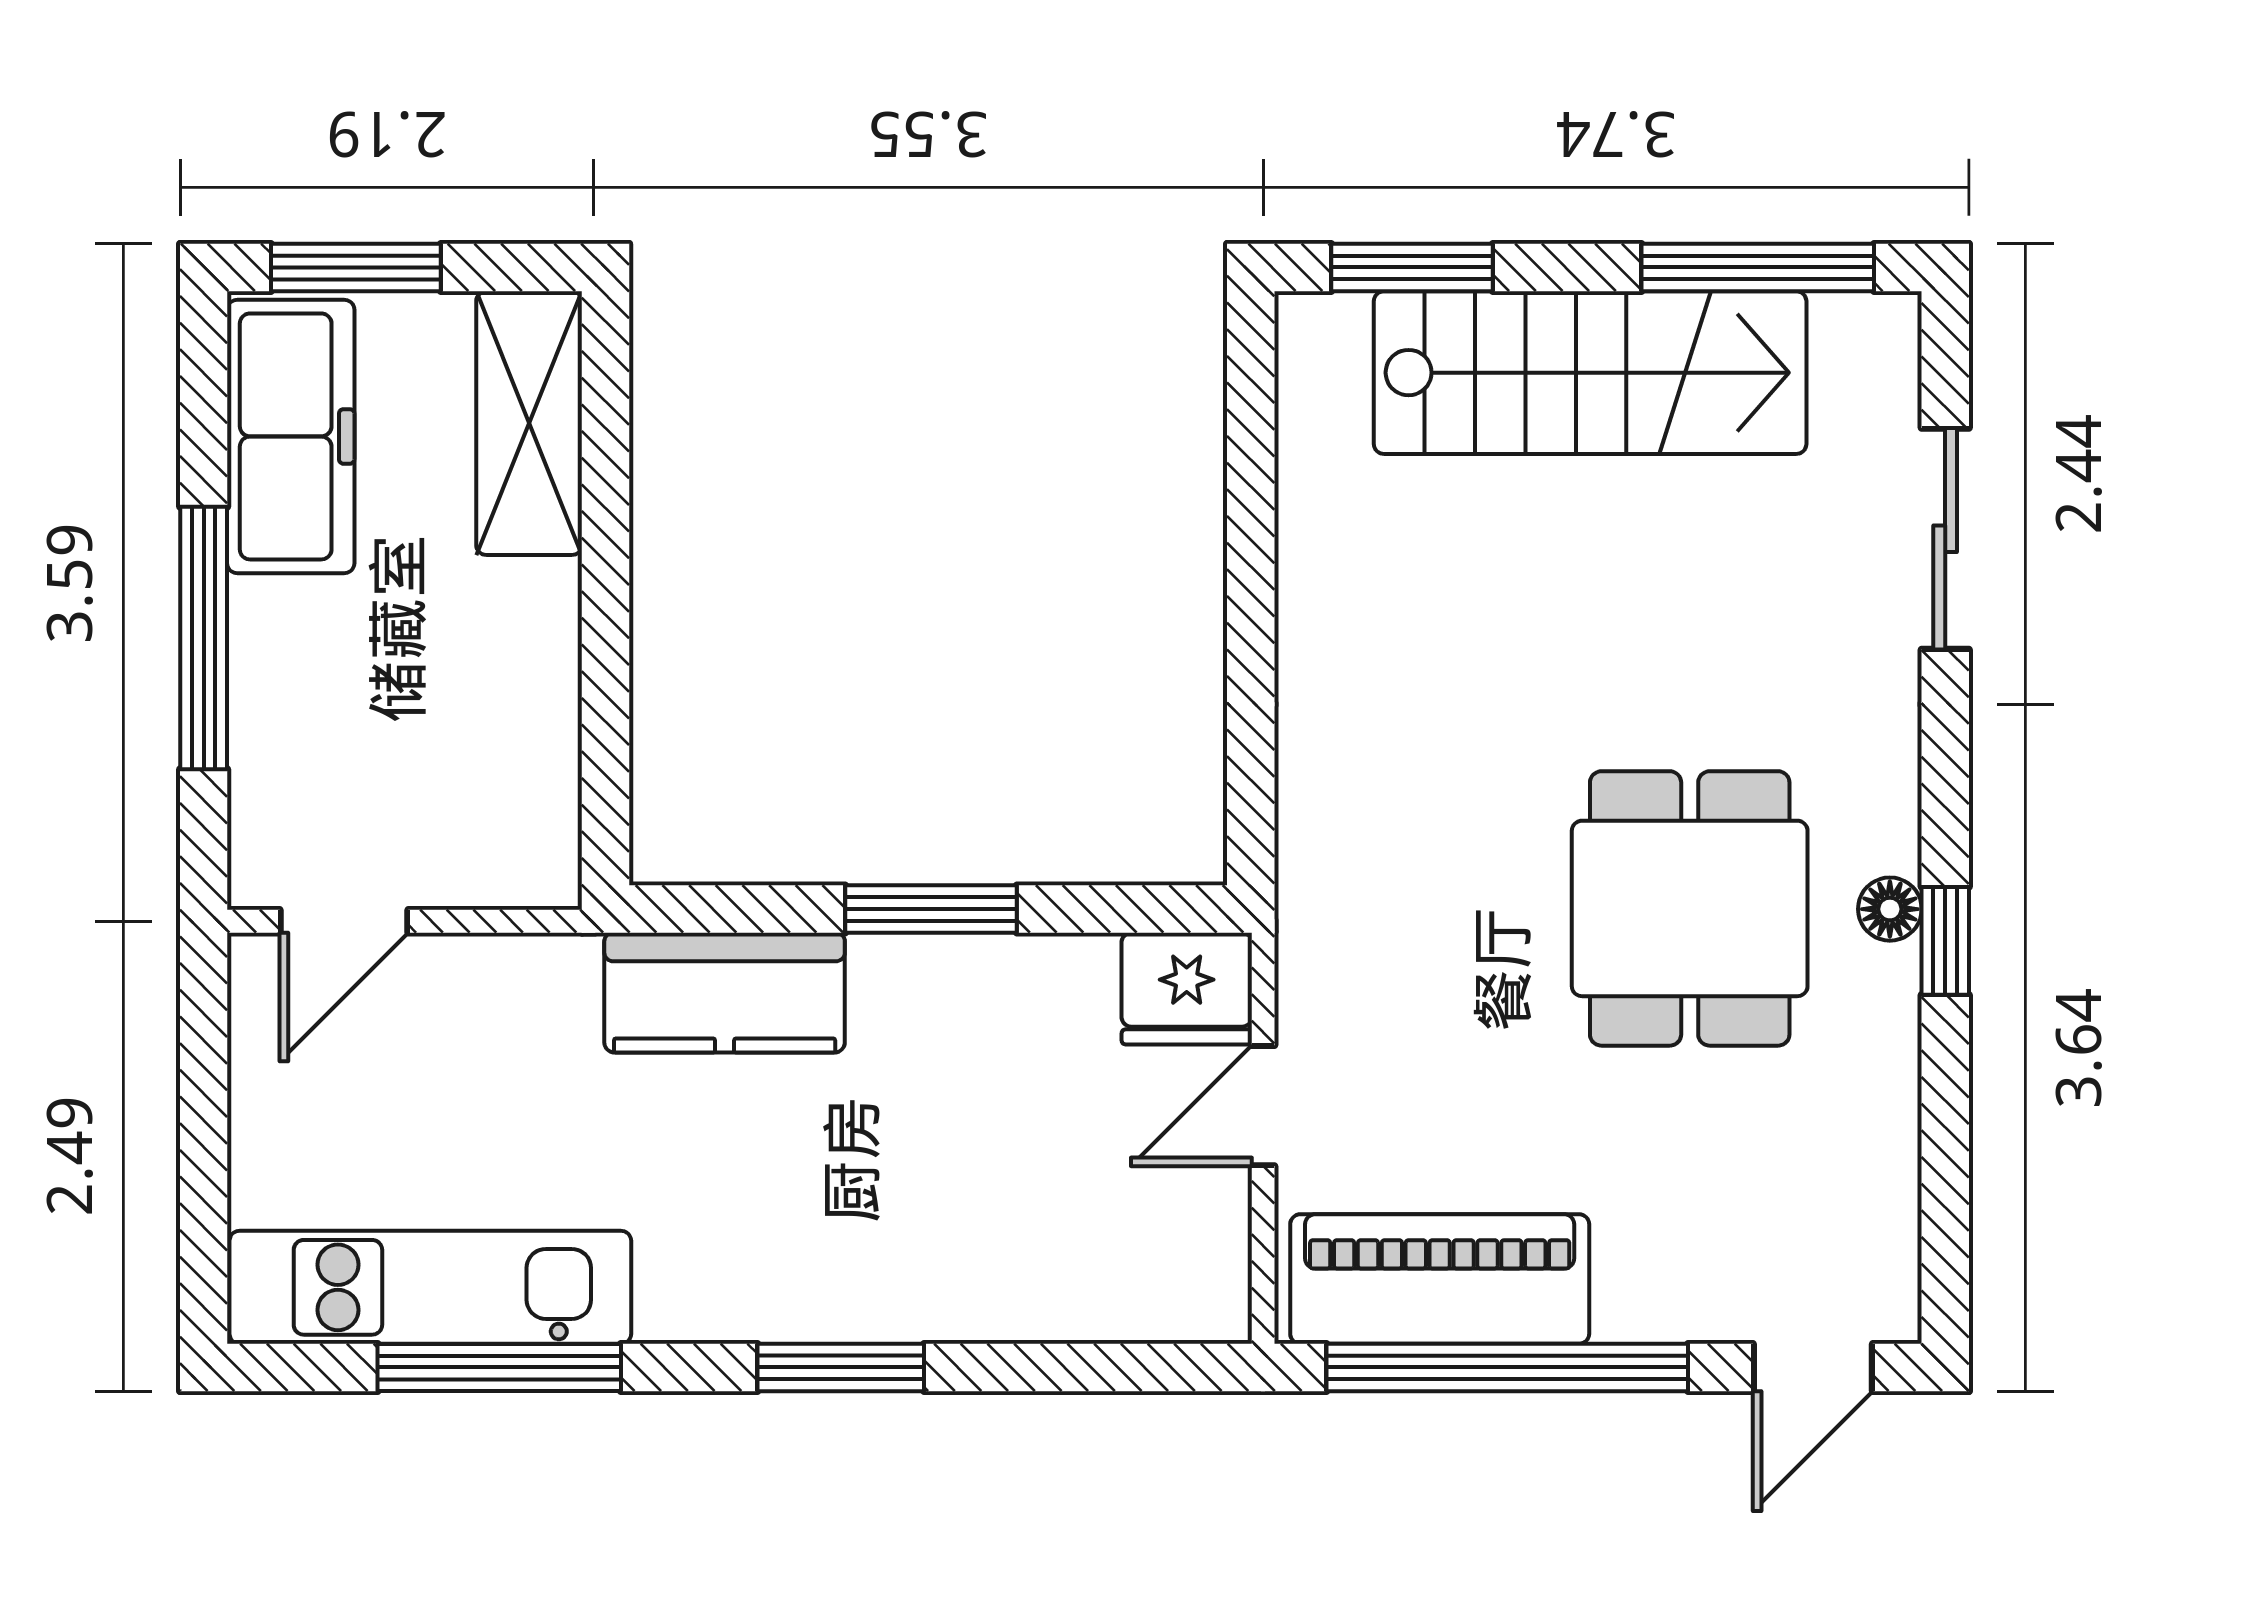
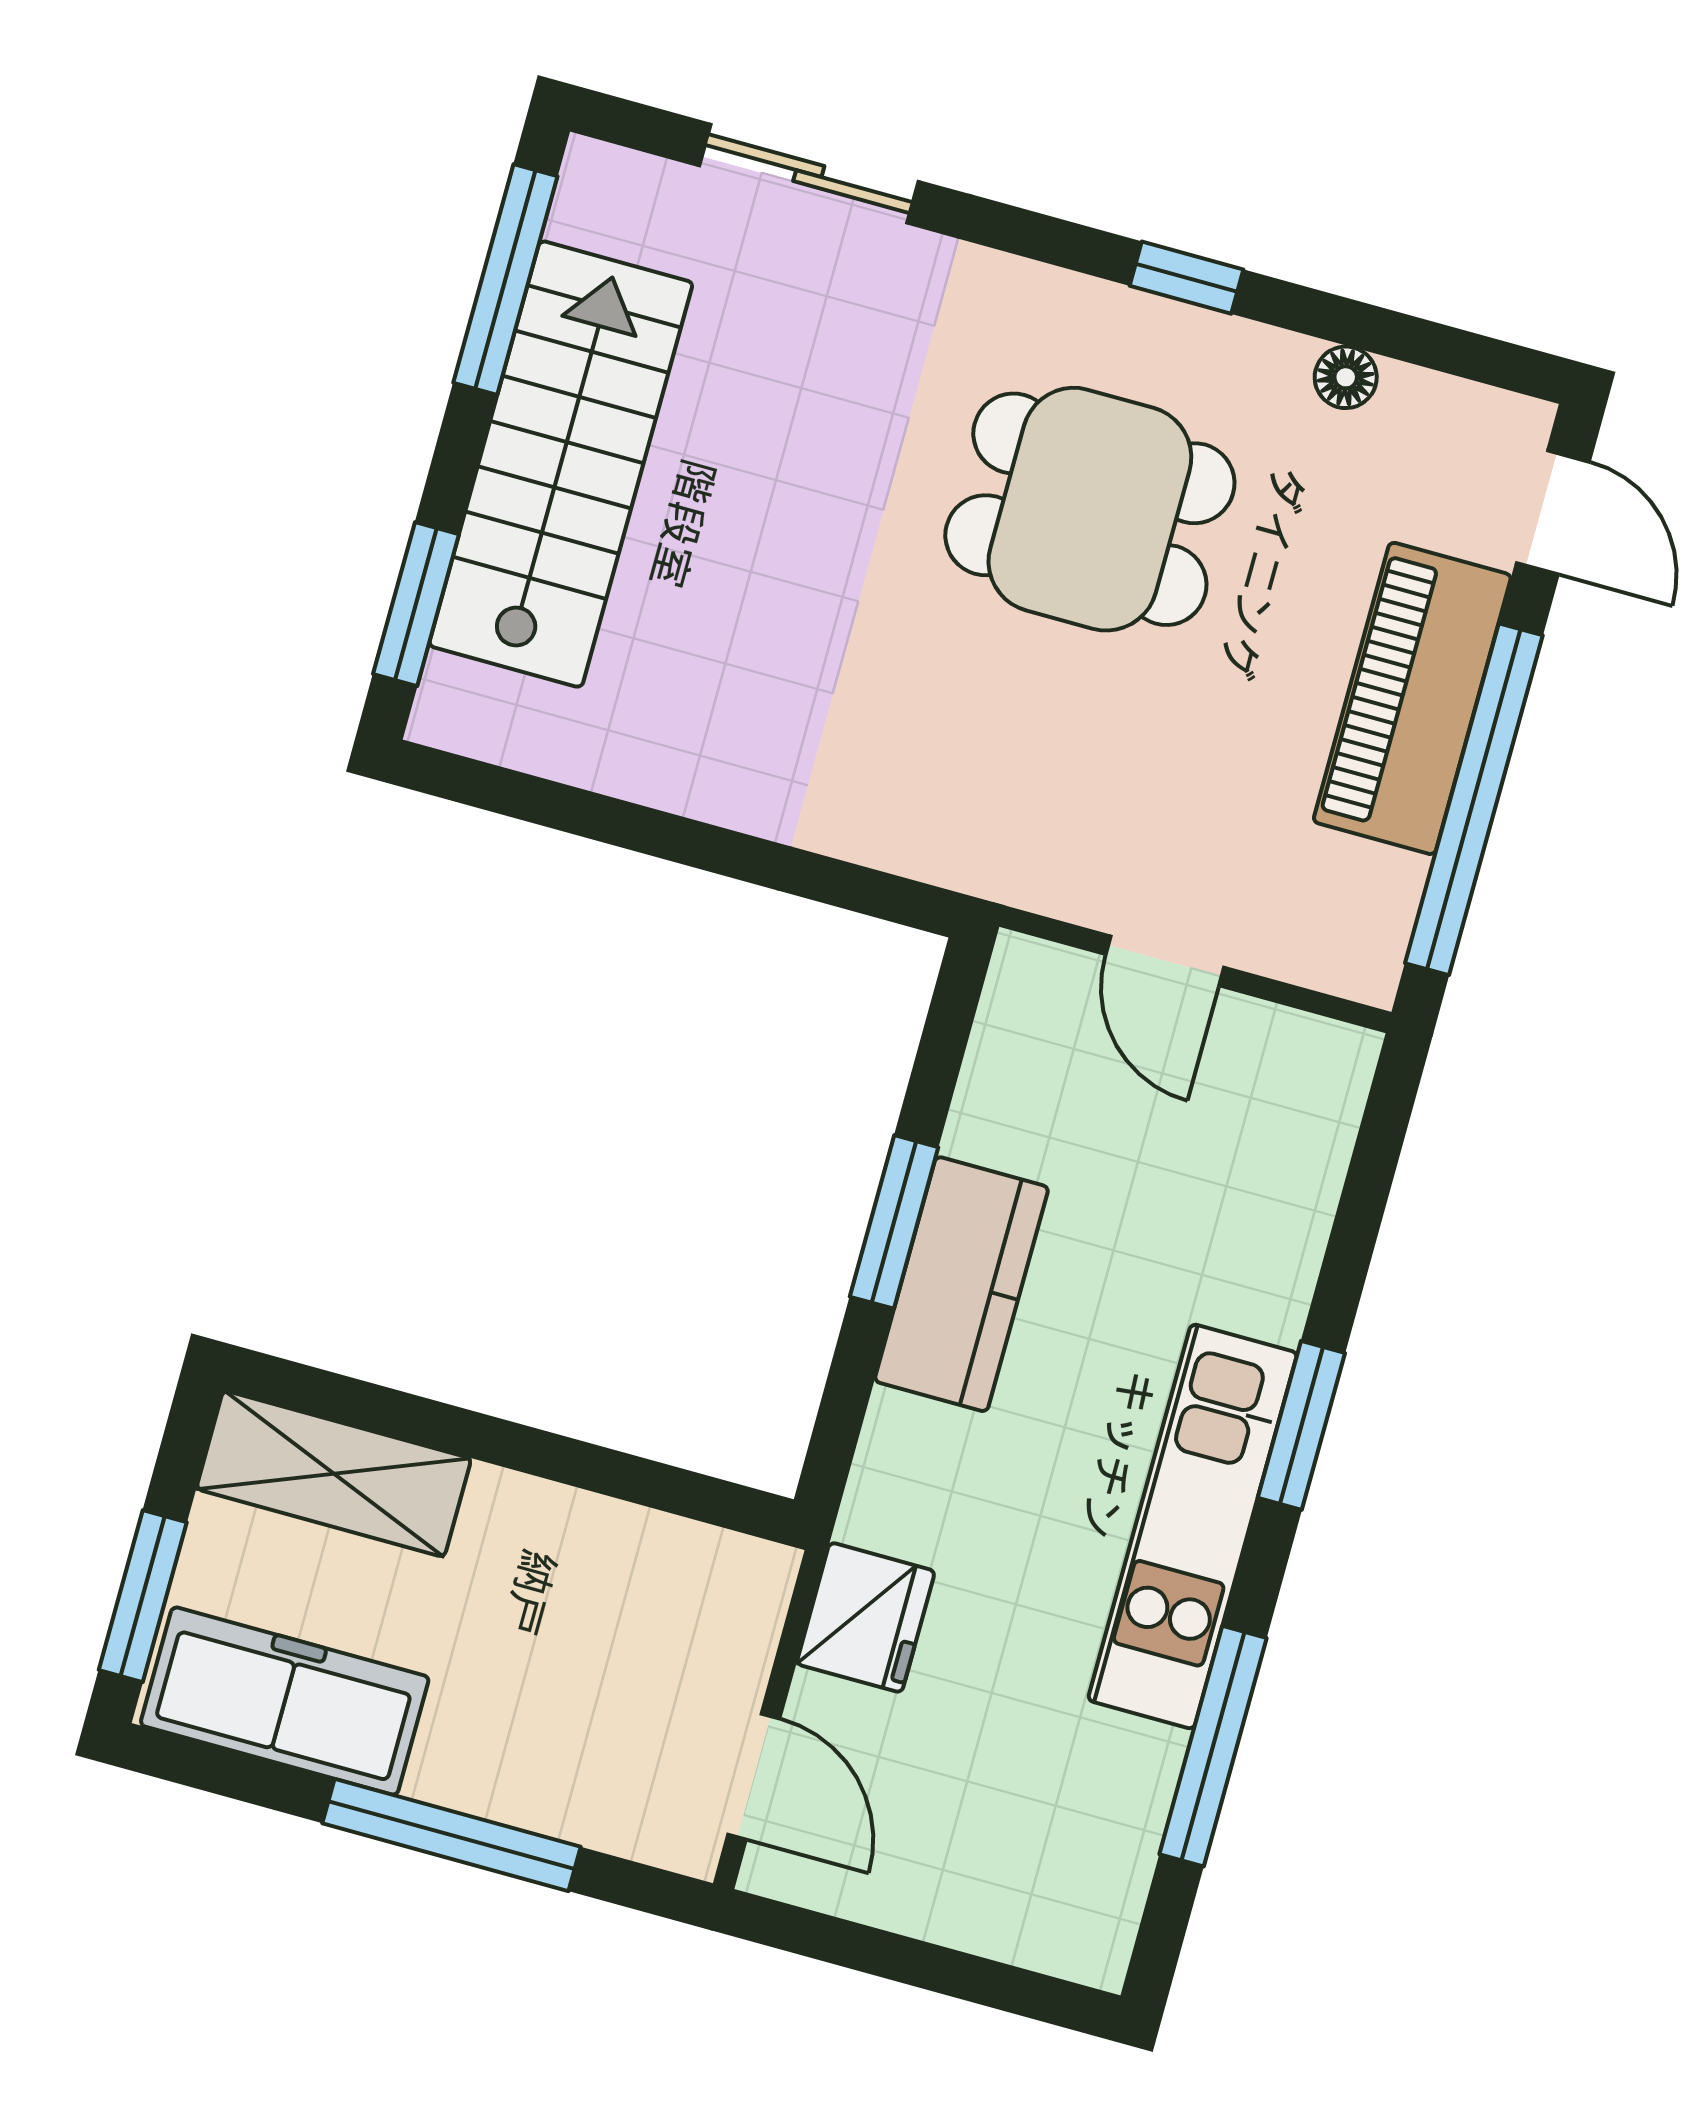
floor lamp: (1890, 909) -> (1346, 377), moved
fridge: (1187, 989) -> (866, 1617), moved
kitchen counter: (725, 993) -> (961, 1284), moved
piano: (1440, 1279) -> (1412, 698), moved
kitchen unit: (430, 1287) -> (1193, 1526), moved

